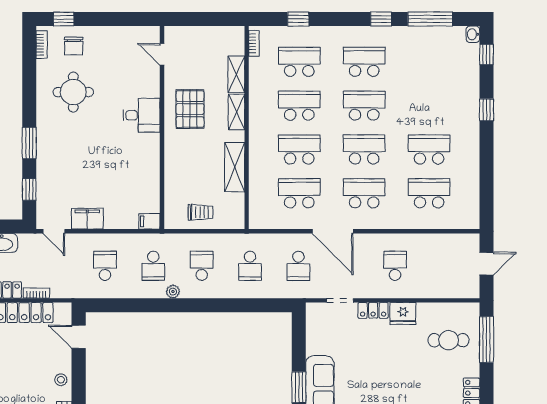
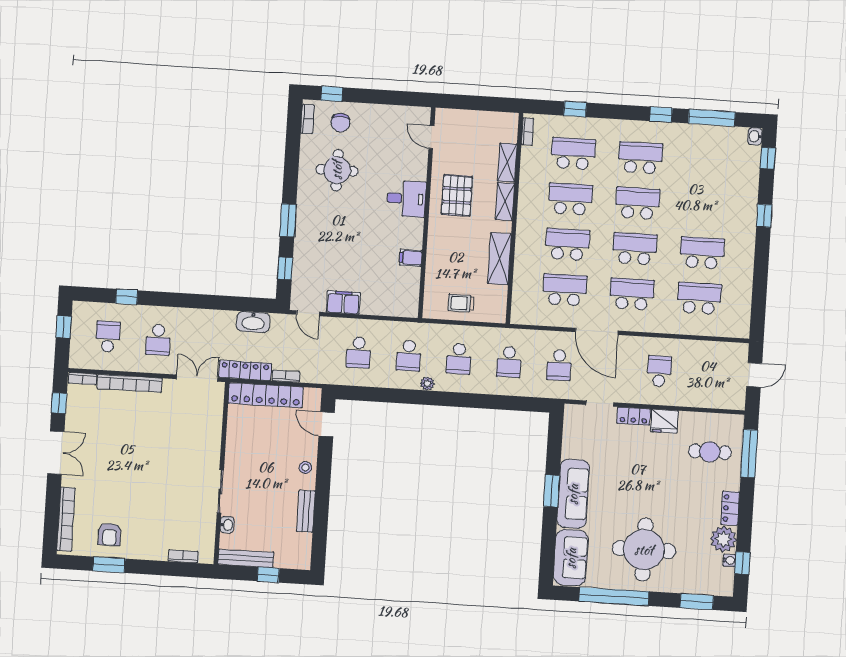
trolley: (200, 212) -> (461, 303), turned 180
filing cabinet: (149, 221) -> (411, 258), moved
school desk: (105, 266) -> (359, 352), turned 180
school desk: (202, 266) -> (459, 359), turned 180

